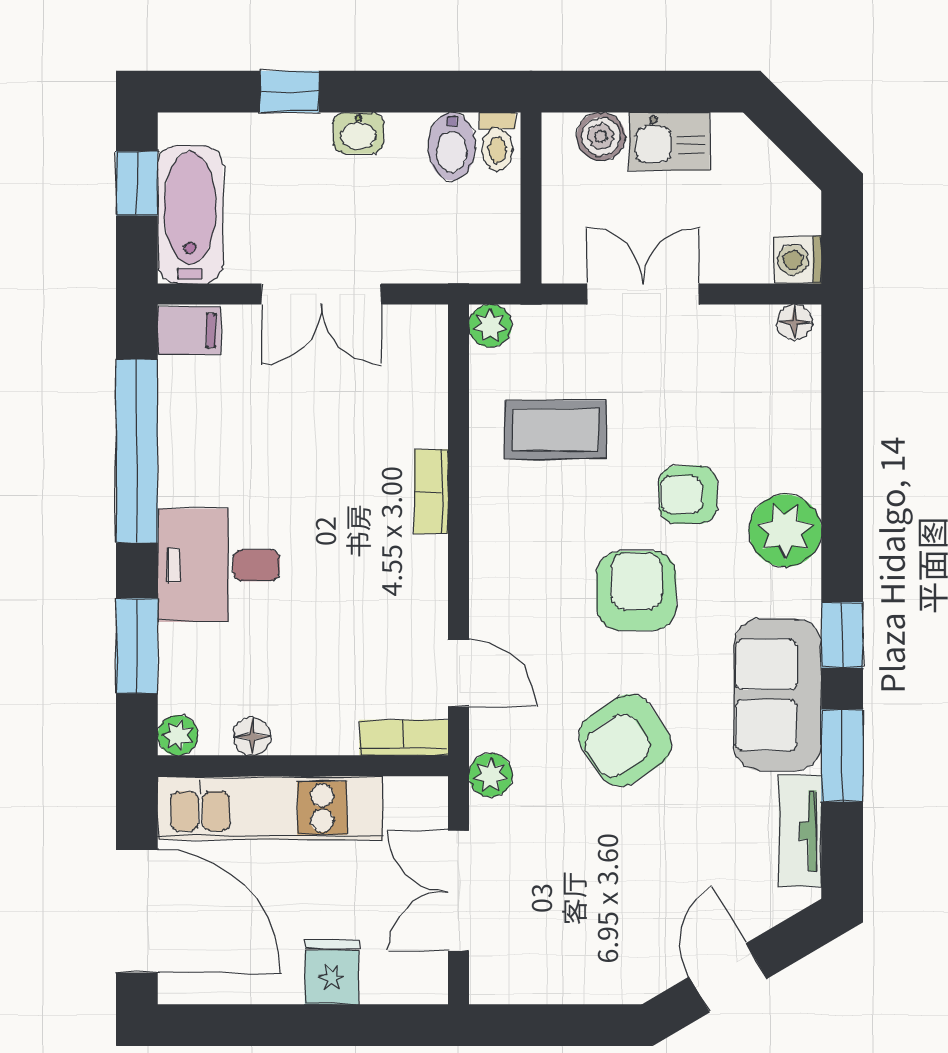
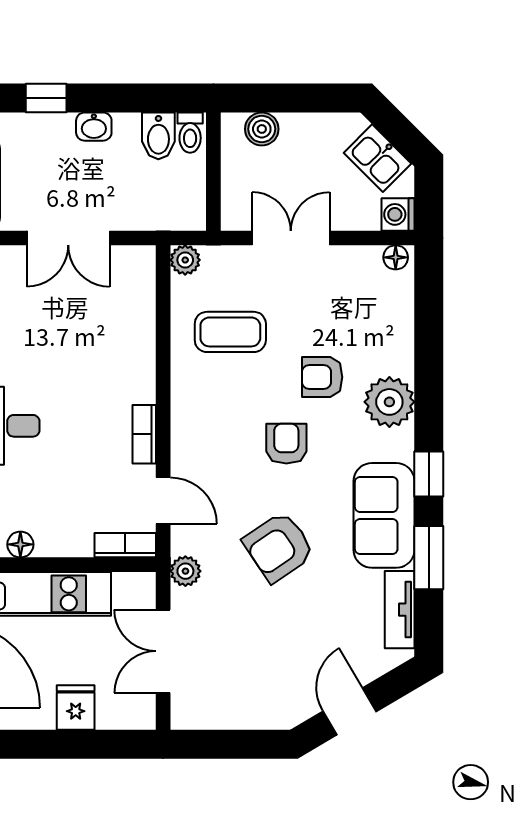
kitchen sink: (669, 142) -> (378, 158), moved, turned 45
bookcase: (431, 492) -> (144, 434), moved
armchair: (636, 591) -> (286, 444), width x0.72, depth x0.72

